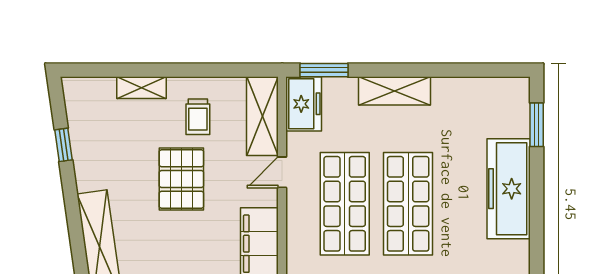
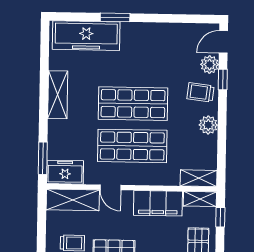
shelving: (395, 91) -> (58, 95), moved
window: (537, 125) -> (115, 17), moved
freezer: (509, 189) -> (86, 36), moved

